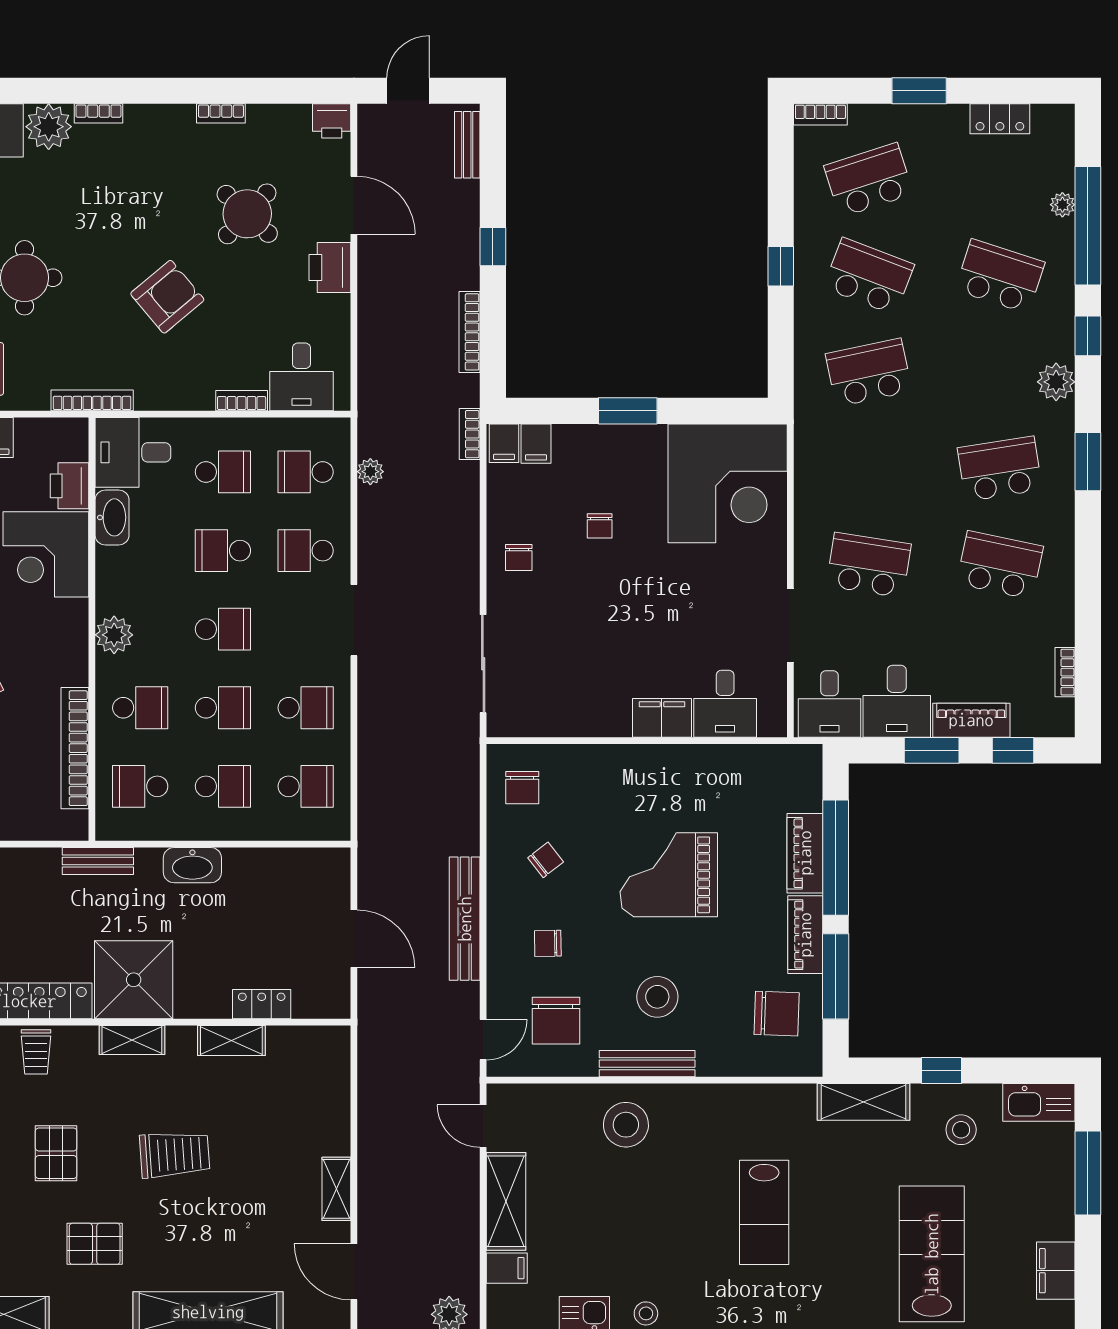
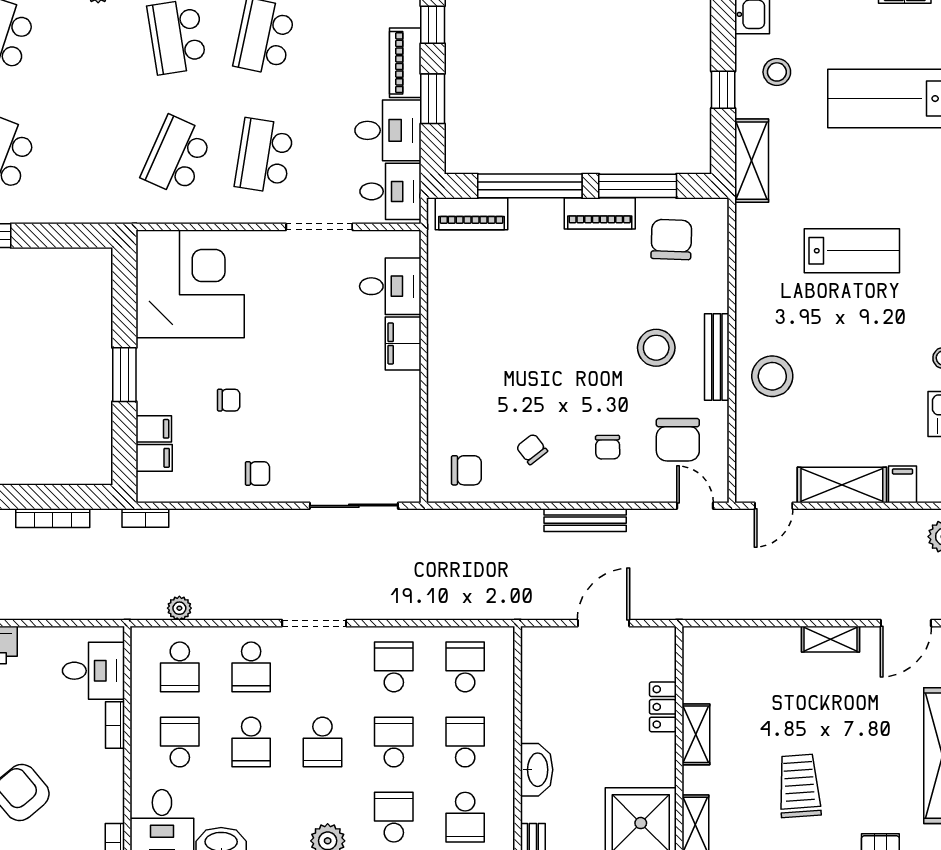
school desk: (869, 372) -> (177, 156), moved, turned 36
filing cabinet: (504, 443) -> (154, 429), moved
school desk: (223, 629) -> (322, 742), turned 180
piano: (805, 853) -> (472, 214), moved
grand piano: (669, 875) -> (545, 337), removed
bench: (465, 919) -> (585, 520), width x0.73, depth x0.82
chair: (556, 1021) -> (678, 440), turned 90

